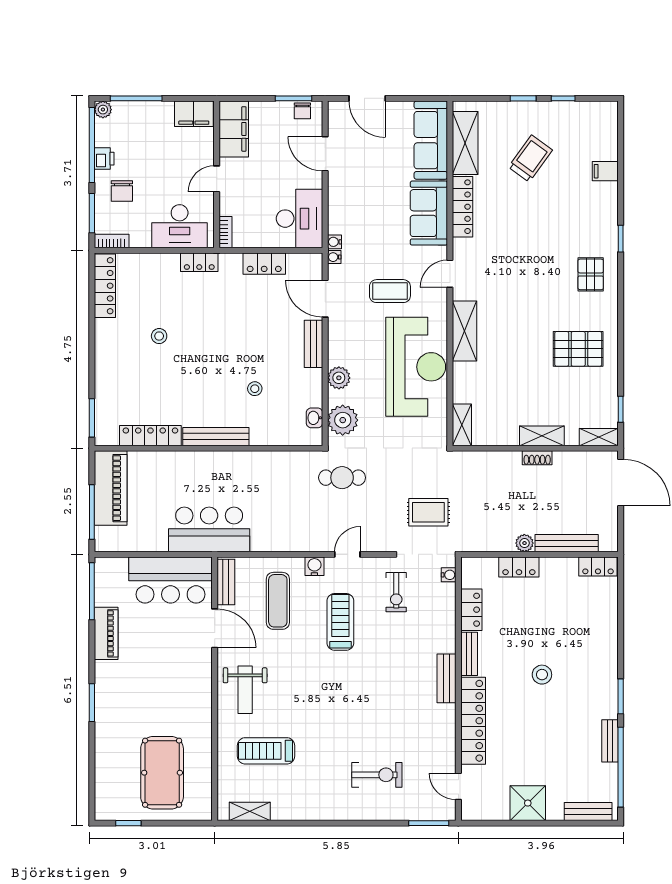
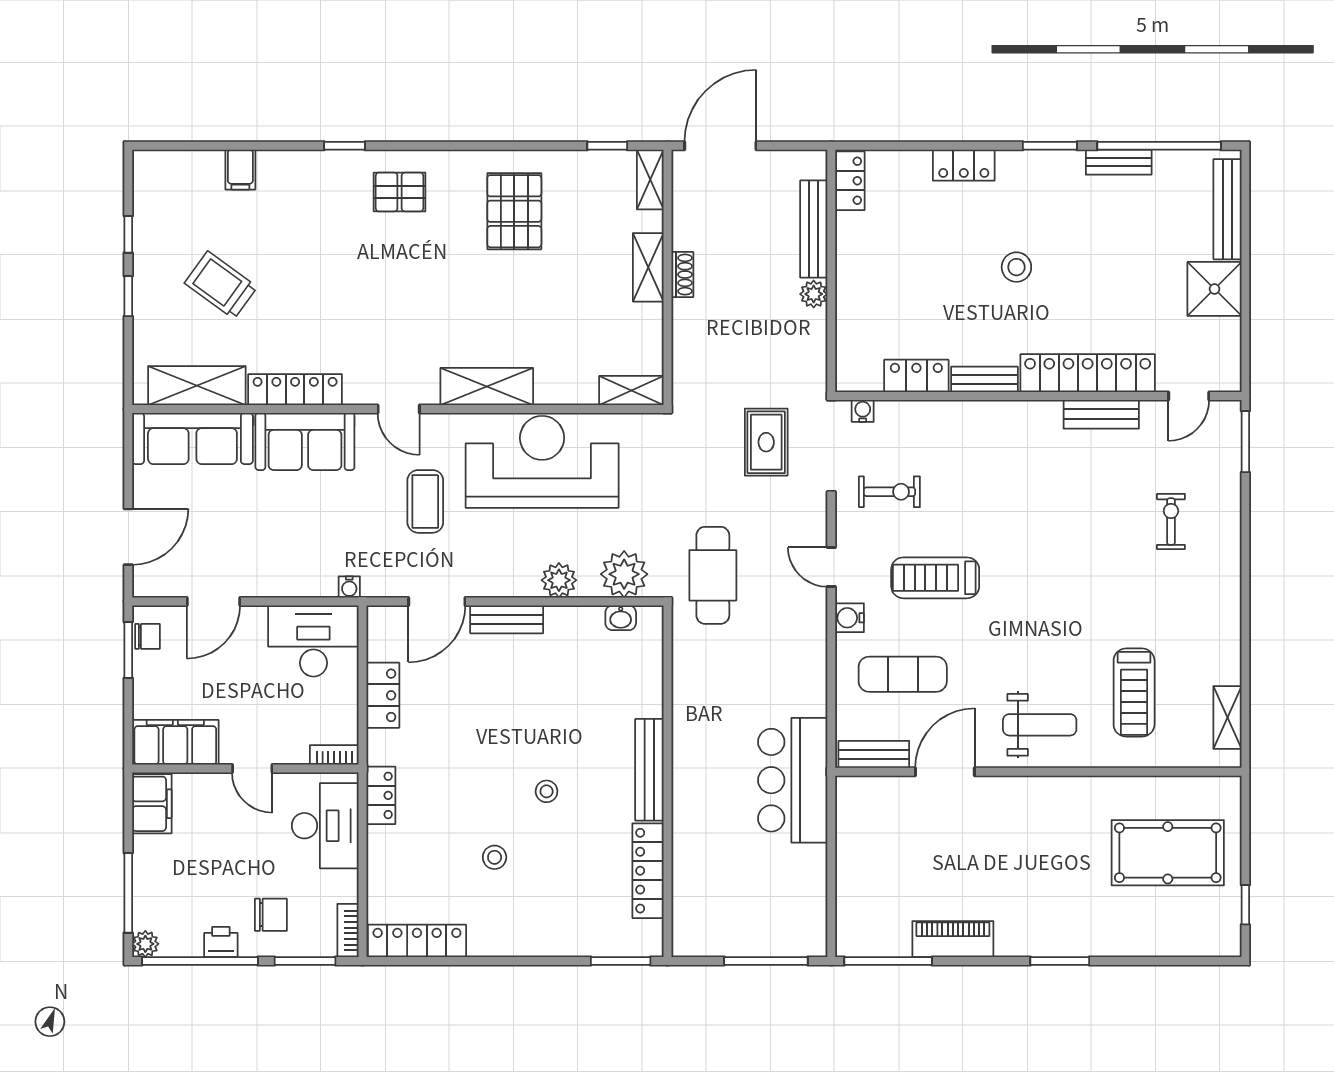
water cooler: (334, 257) -> (373, 587), removed
stool: (255, 389) -> (547, 791), moved
cafe table: (342, 478) -> (713, 575), width x1.37, depth x1.35
piano: (111, 488) -> (729, 932), removed
locker: (519, 567) -> (964, 165), moved, turned 90
bar counter: (171, 580) -> (871, 840), removed
bench: (446, 678) -> (1101, 414), moved
exercise bike: (377, 775) -> (1171, 522), width x0.73, depth x0.72
bench: (588, 811) -> (1227, 209), width x1.36

